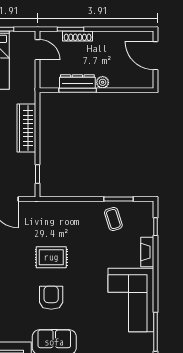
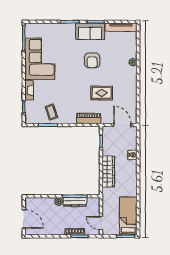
piano: (56, 209) -> (89, 119), added
rug: (51, 257) -> (102, 93), moved

